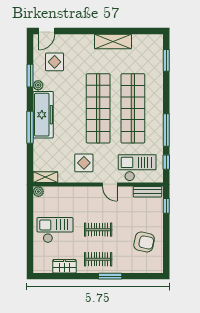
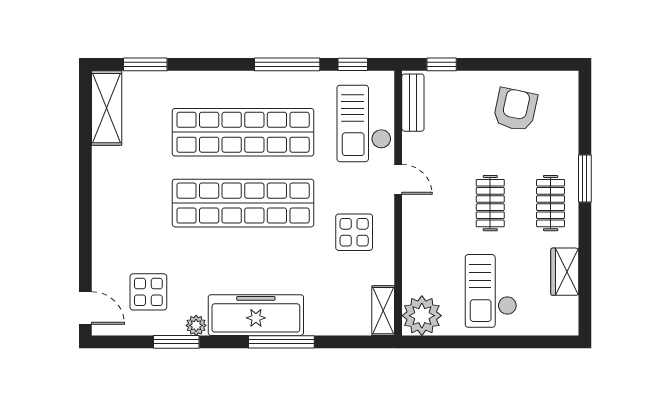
shelving: (113, 41) -> (107, 108), moved
door: (110, 184) -> (398, 179), hinge flipped
plant: (38, 192) -> (422, 316), width x1.87, depth x1.87

